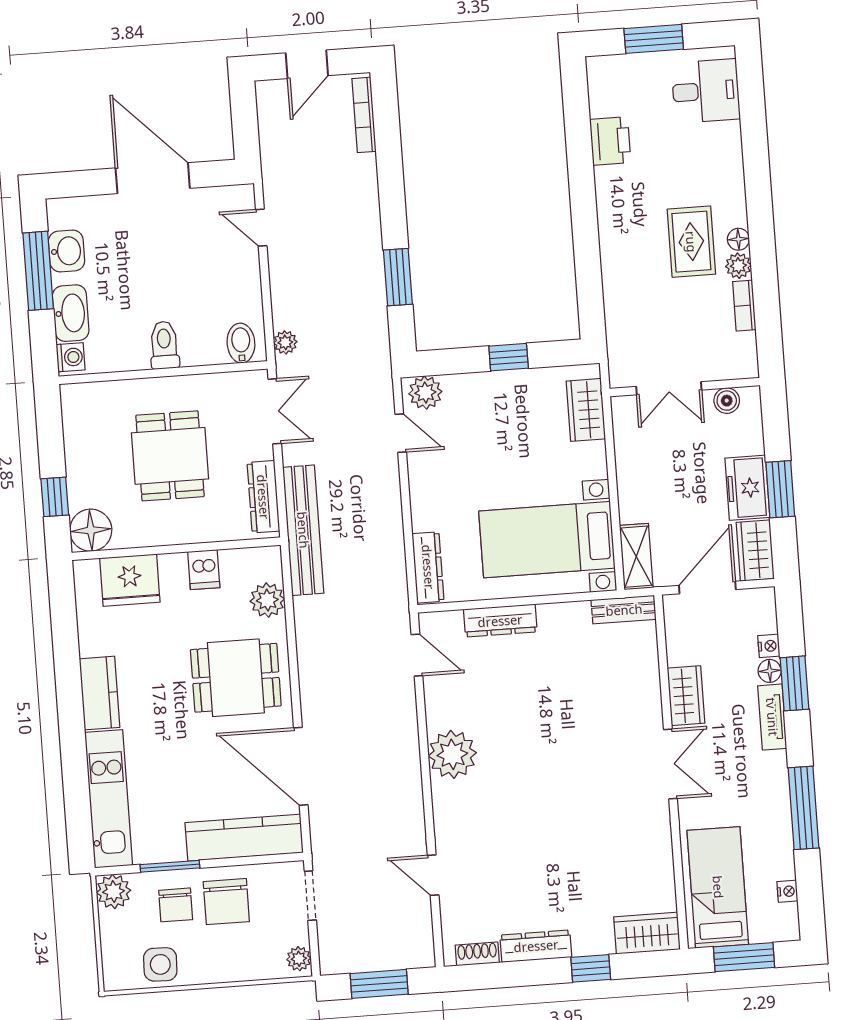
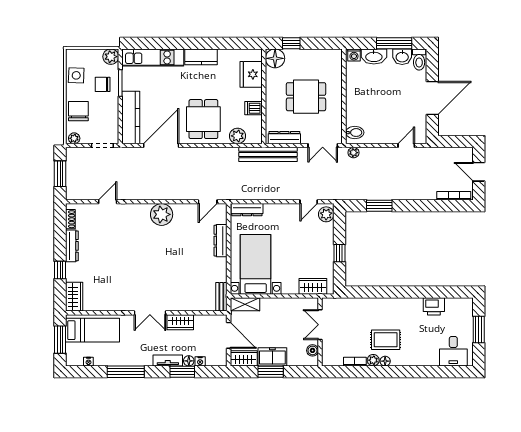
toilet: (164, 345) -> (419, 59), moved, turned 90
chair: (226, 902) -> (78, 111), moved, turned 90

